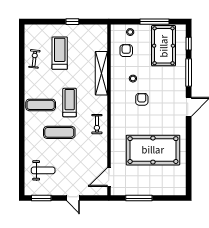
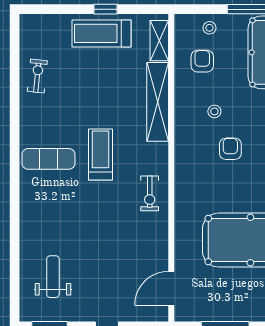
shelving: (102, 39) -> (159, 41), added
treadmill: (60, 53) -> (102, 33), moved, turned -90
exercise mat: (59, 132) -> (82, 208), removed
weight bench: (43, 170) -> (53, 277), turned -90

